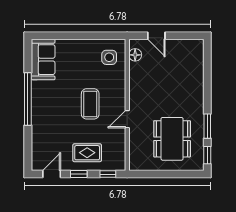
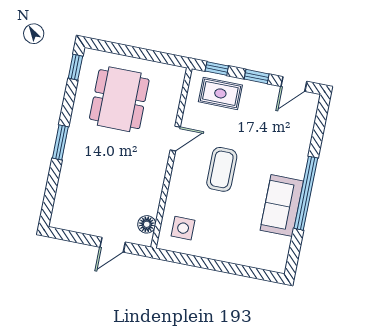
door: (156, 36) -> (113, 245), swing flipped
sofa: (43, 60) -> (282, 206), moved
window: (207, 126) -> (60, 142), moved
rug: (87, 153) -> (220, 93), moved

